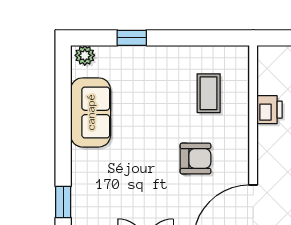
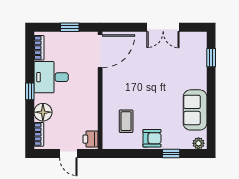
printer: (270, 110) -> (90, 139), moved
armchair: (195, 158) -> (152, 138), moved, turned 180

